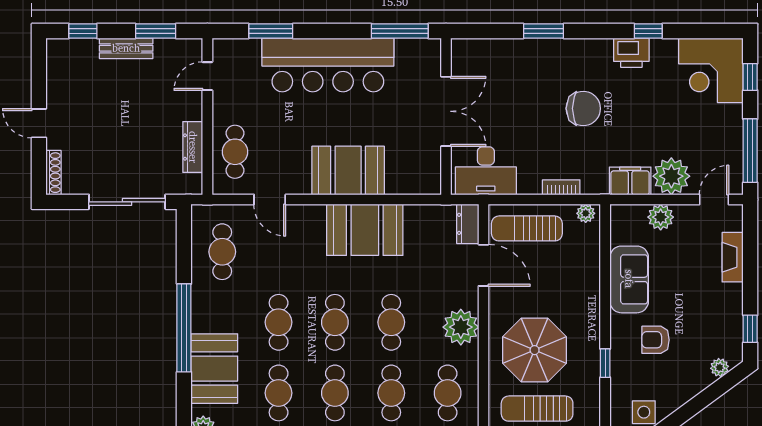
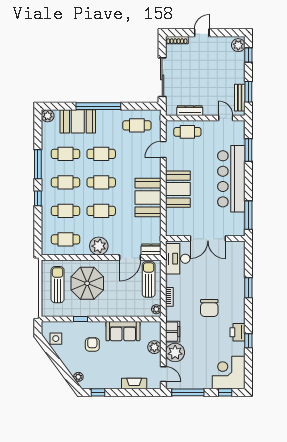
bench: (126, 48) -> (240, 98), moved
plant: (63, 51) -> (238, 45), added

